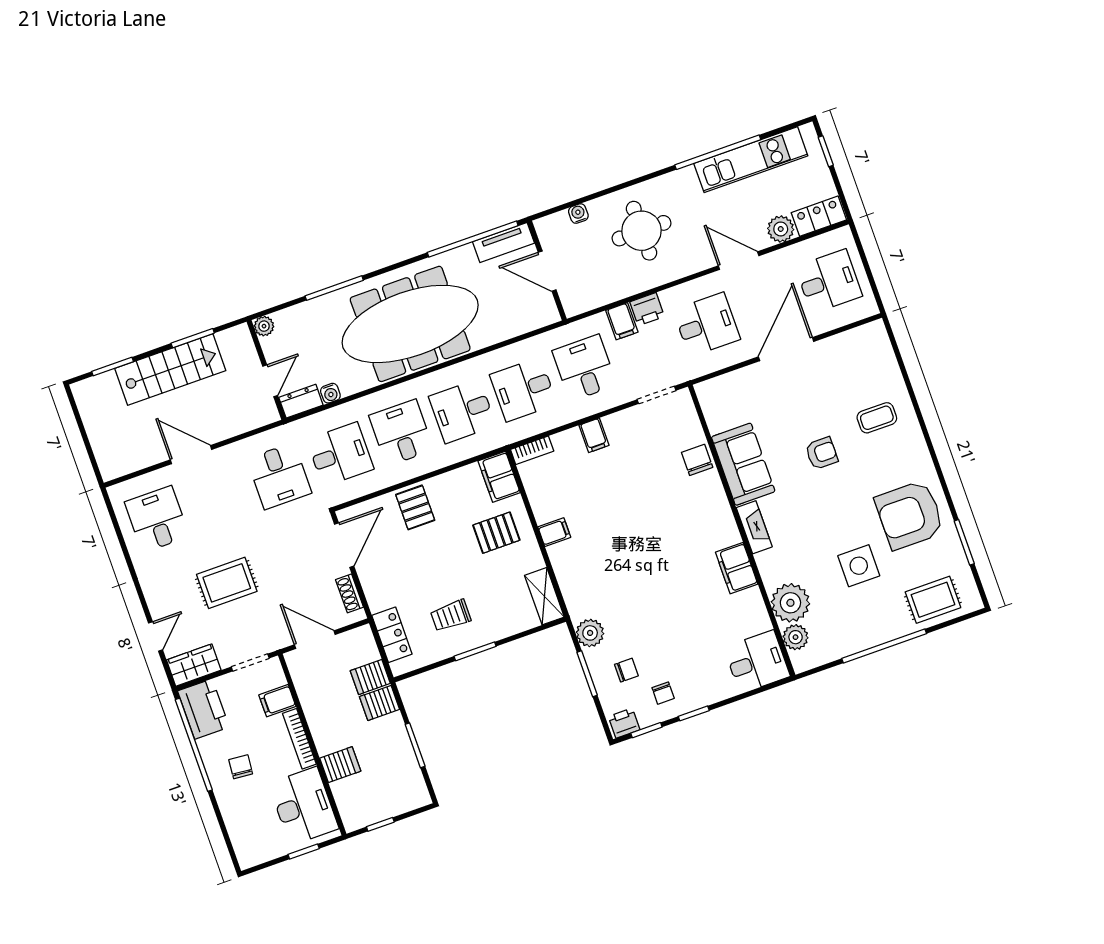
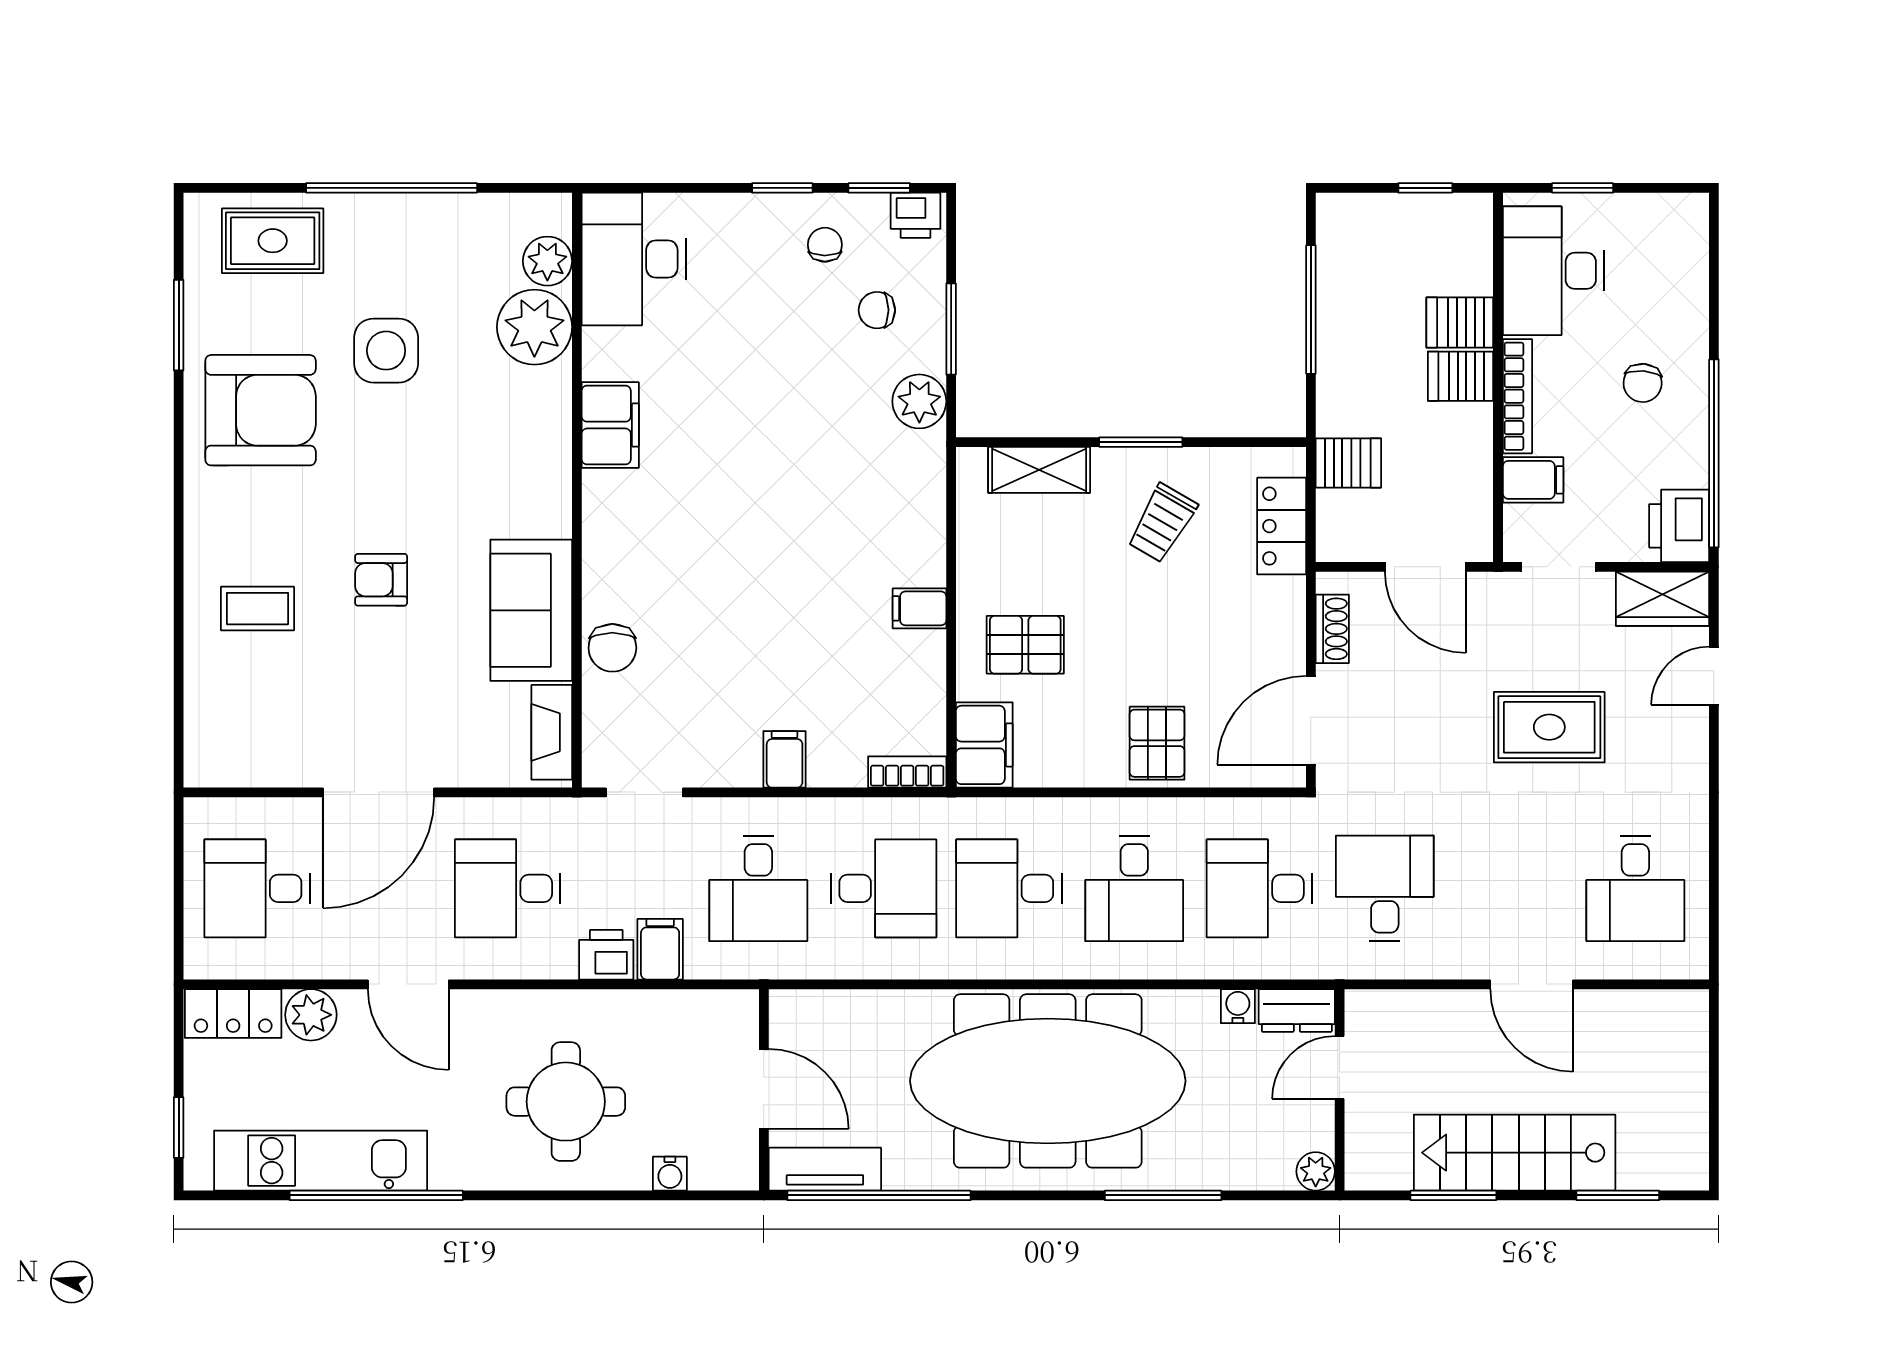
desk: (462, 411) -> (1009, 888), turned 180
fireplace: (754, 527) -> (552, 732), moved
shelving: (544, 596) -> (1039, 470), moved, turned 90
trolley: (451, 616) -> (1162, 523), turned 120
desk: (757, 662) -> (634, 259), width x1.37
server rack: (379, 703) -> (1461, 376), moved, turned 180
printer: (203, 709) -> (1679, 526), width x0.73, depth x0.84
window: (415, 745) -> (1311, 310), width x1.44

